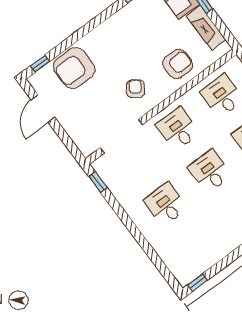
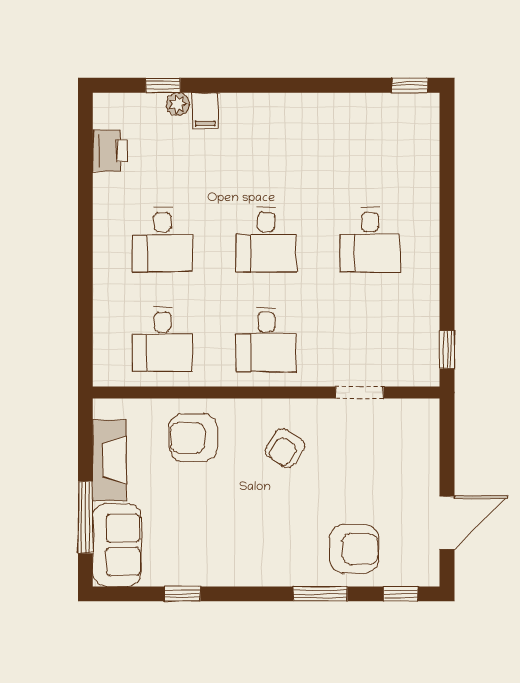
window: (74, 38) -> (320, 594), added
armchair: (74, 68) -> (354, 549), width x0.73, depth x0.73
doorway: (121, 136) -> (360, 392), width x0.53

